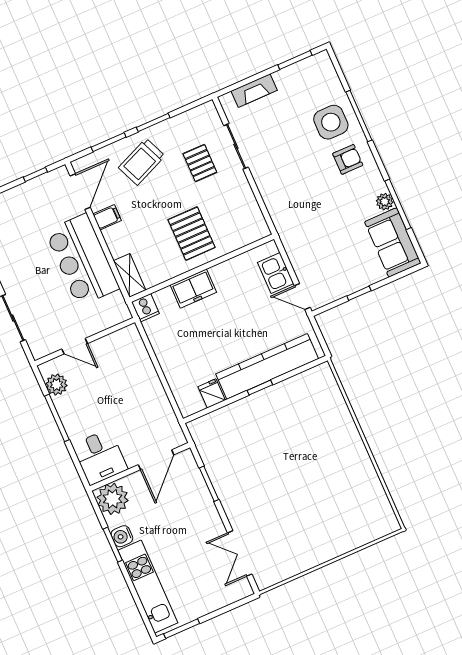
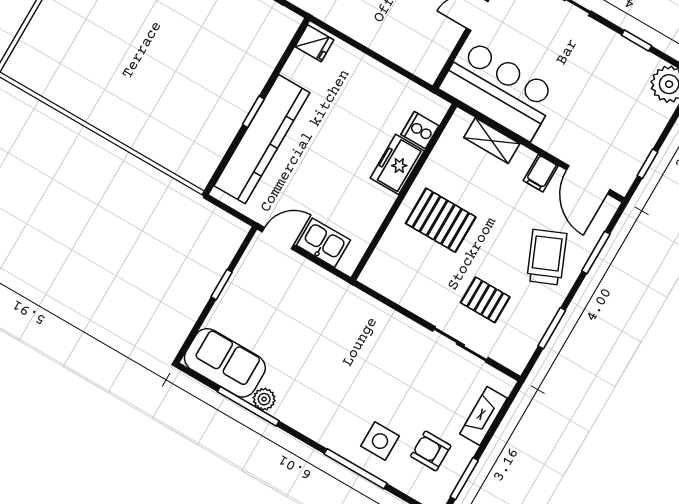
side table: (331, 122) -> (380, 441), width x0.73, depth x0.73
window: (153, 123) -> (552, 328), moved
armchair: (348, 159) -> (431, 451), moved, turned 90
bar counter: (82, 260) -> (499, 90), moved
shelving: (130, 275) -> (492, 141), moved
cooker: (145, 308) -> (420, 130), moved
fridge: (212, 393) -> (314, 43), moved

